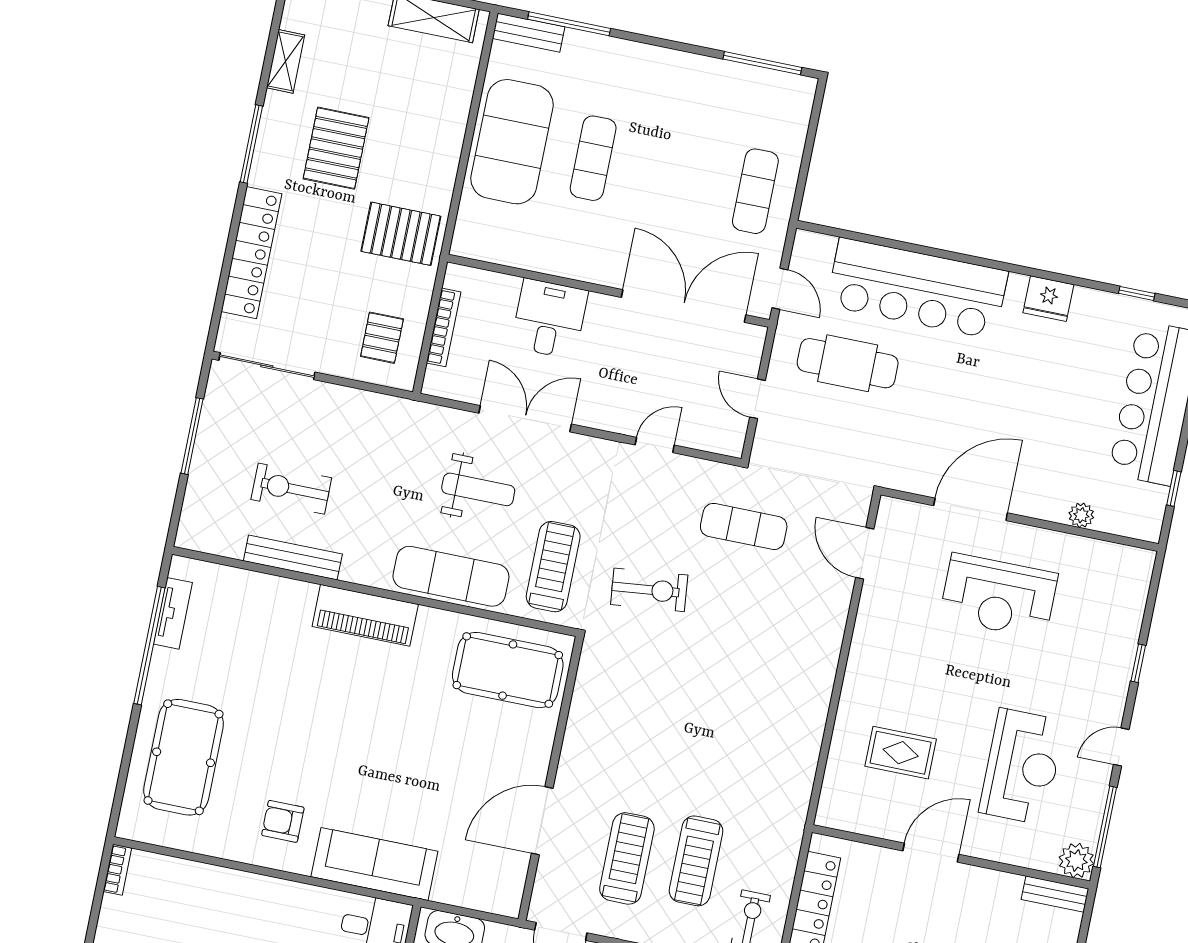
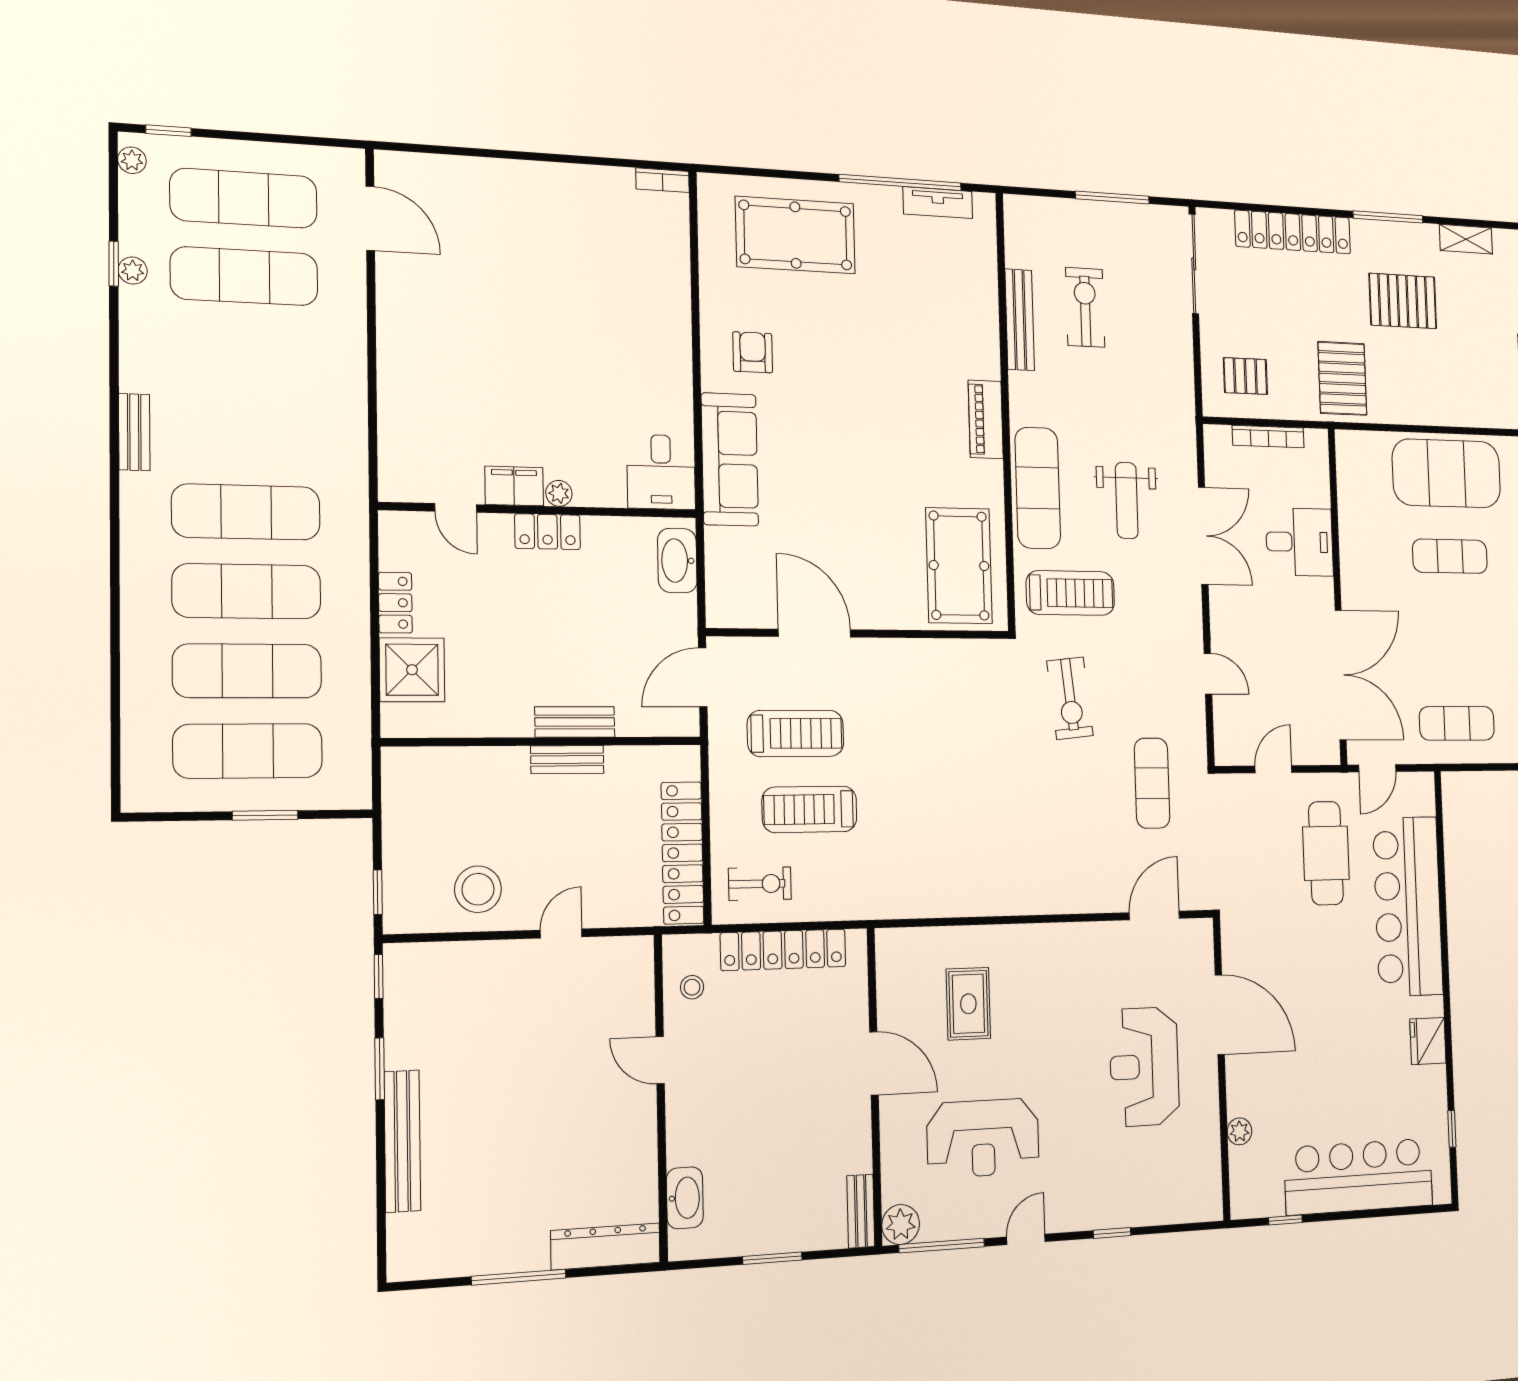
piano: (365, 615) -> (986, 419), width x0.73, depth x0.75
door: (1121, 747) -> (1026, 1239), hinge flipped

